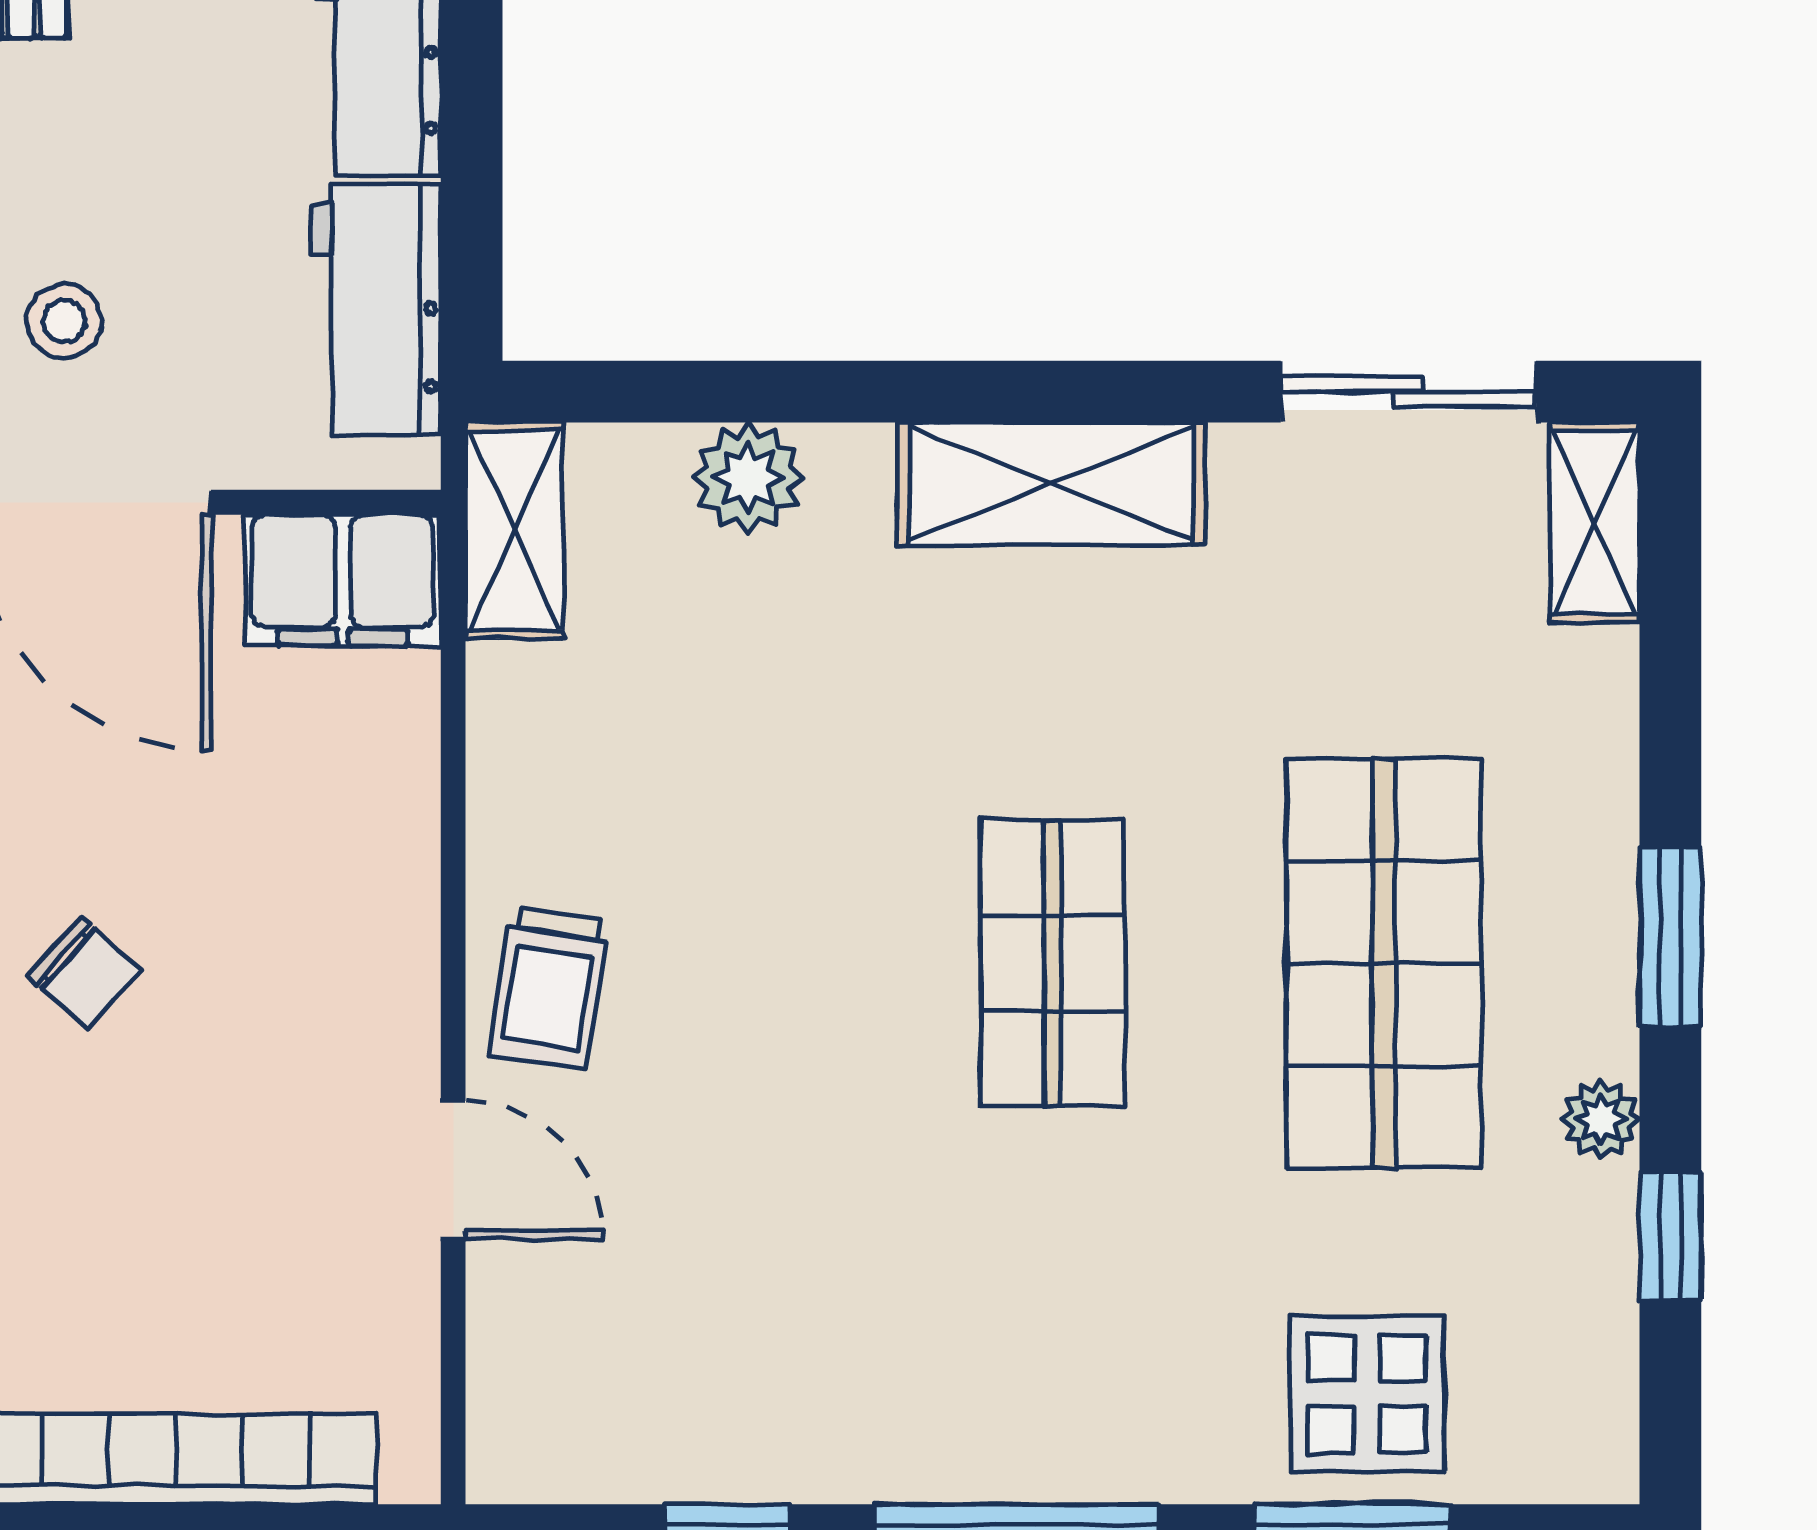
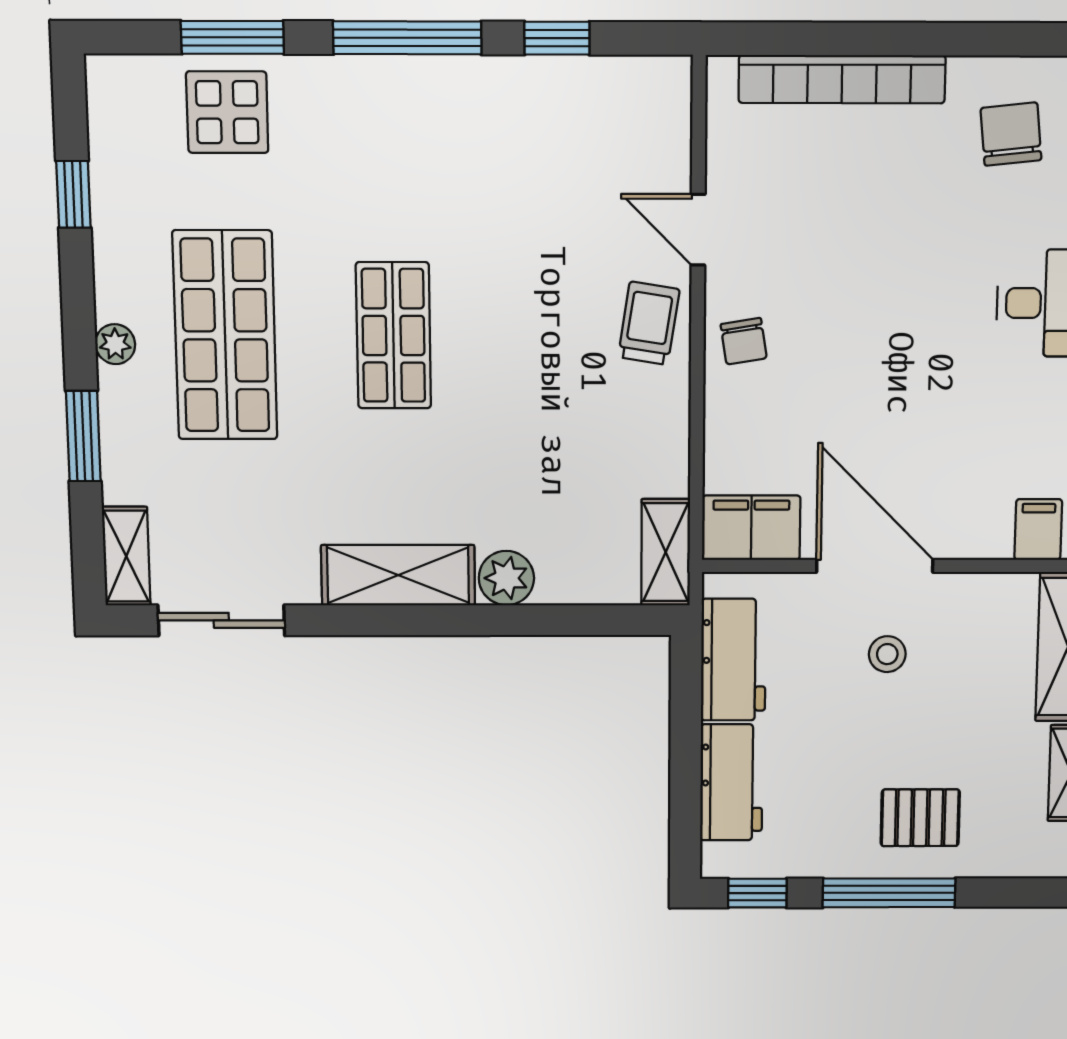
plant: (748, 478) -> (506, 578), moved
window: (1670, 937) -> (83, 436), moved
chair: (84, 973) -> (744, 341), moved, turned -141
plant: (1600, 1120) -> (115, 344), moved

